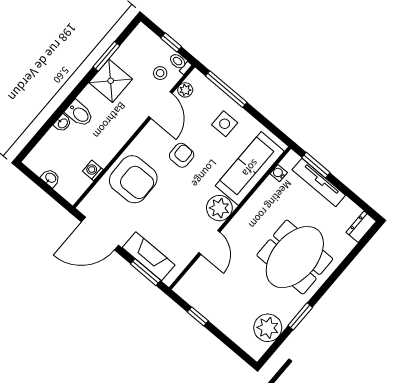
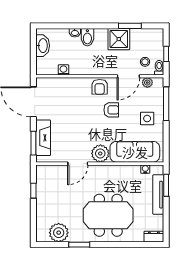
washbasin: (50, 178) -> (43, 46), width x1.91, depth x1.45
armchair: (133, 179) -> (100, 87), moved, width x0.53, depth x0.53

